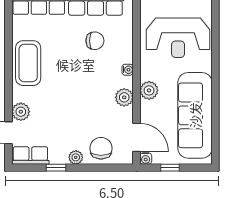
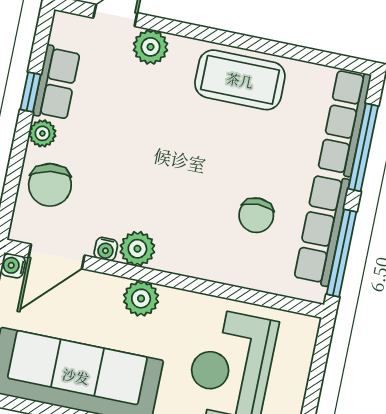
water cooler: (128, 70) -> (106, 249), moved
chair: (101, 148) -> (50, 185), turned 81
row of seats: (30, 156) -> (56, 83), moved

